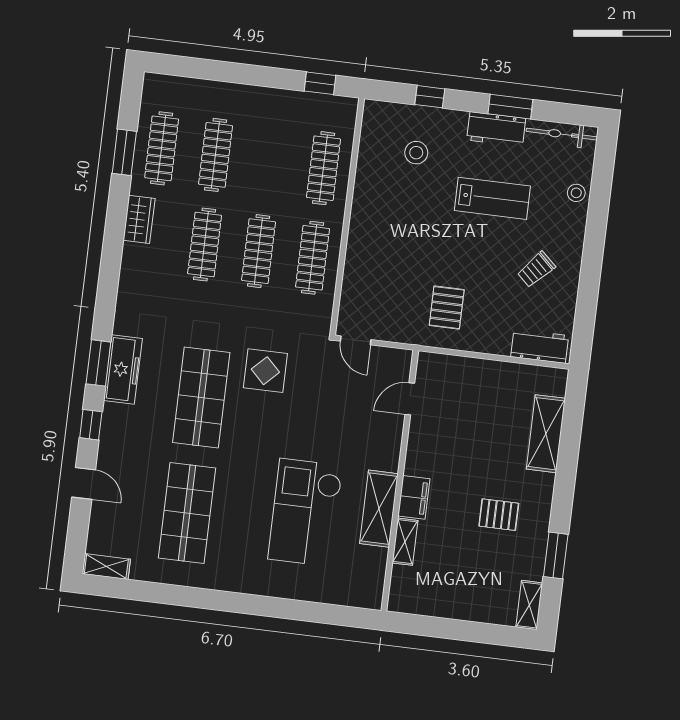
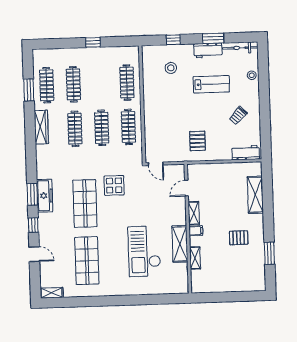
window: (320, 83) -> (93, 42), moved
wardrobe: (139, 219) -> (41, 127), width x1.50
filing cabinet: (414, 497) -> (196, 231), width x0.50
shelving: (529, 605) -> (194, 213), moved

